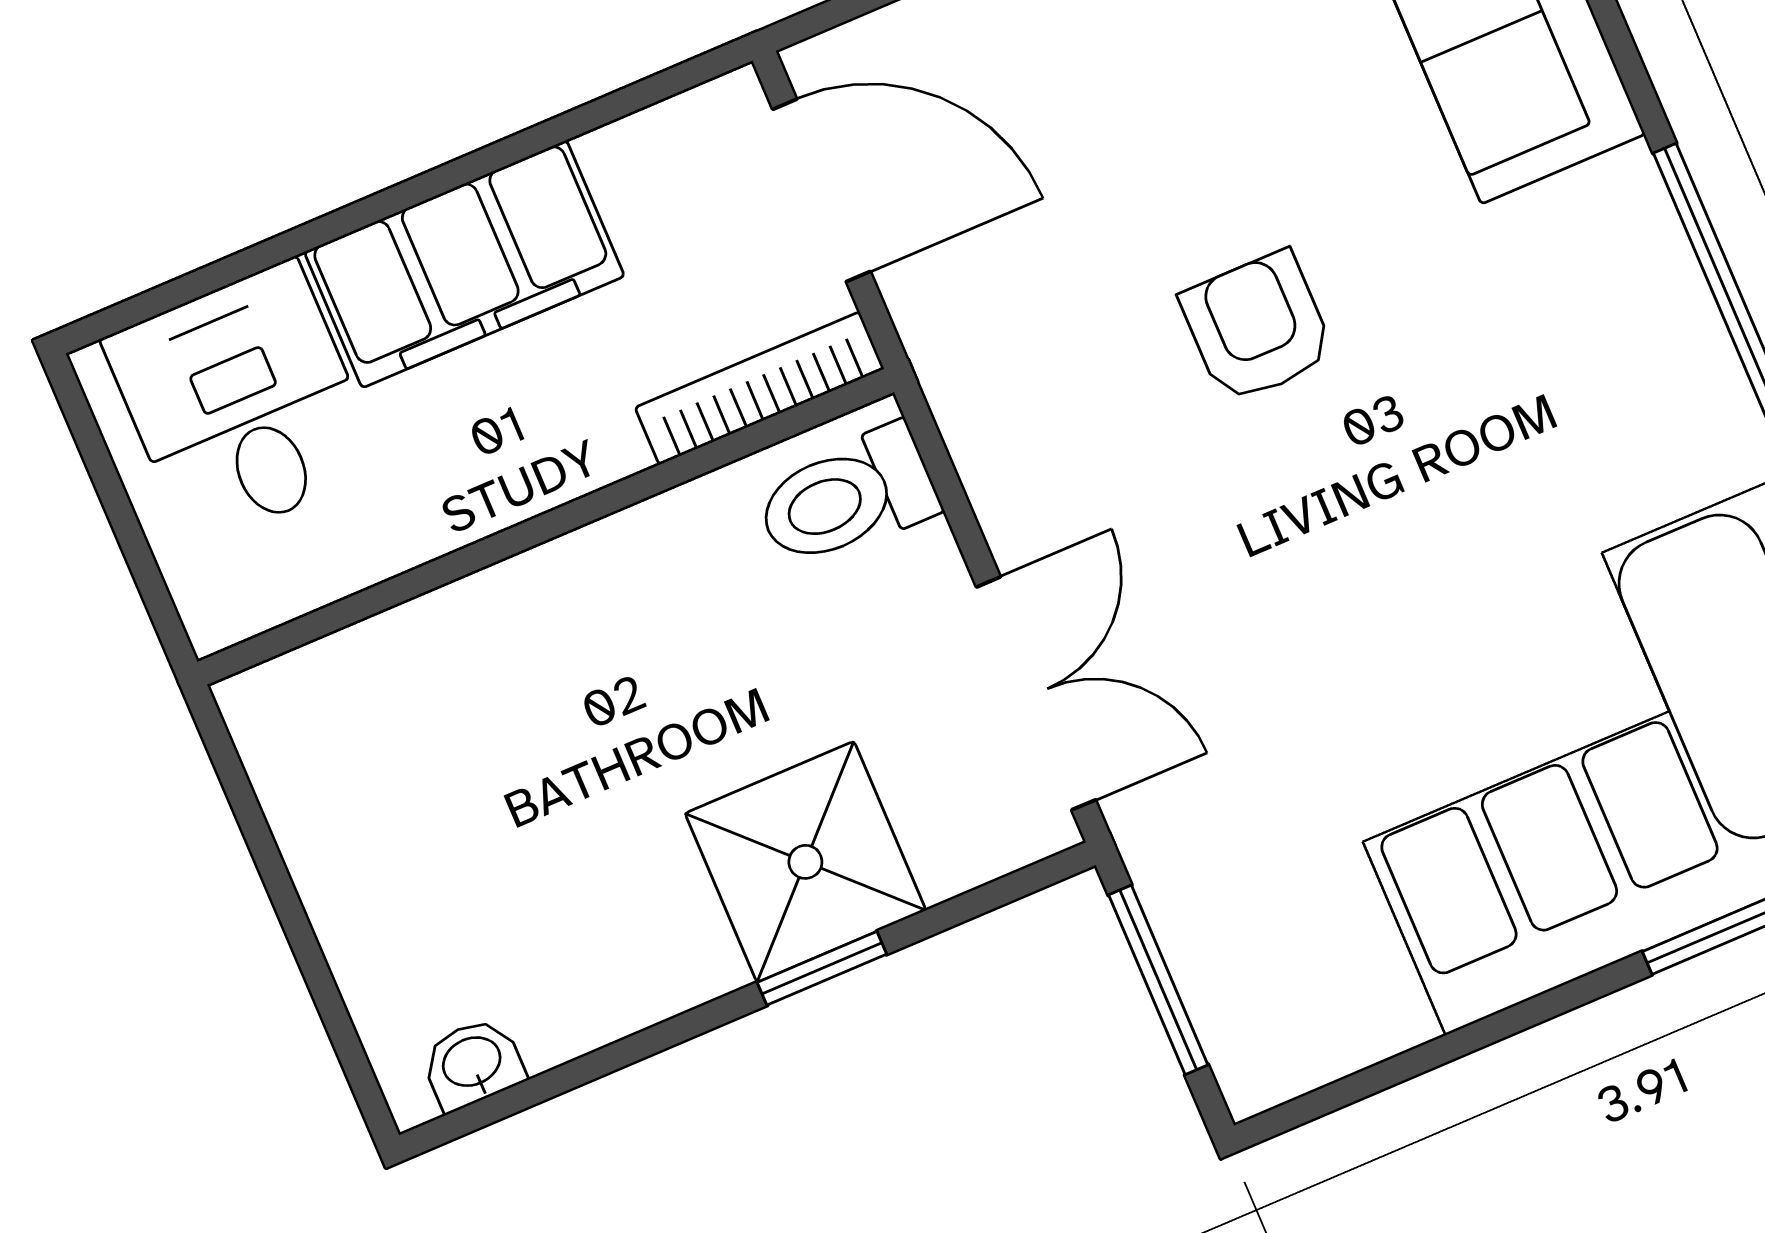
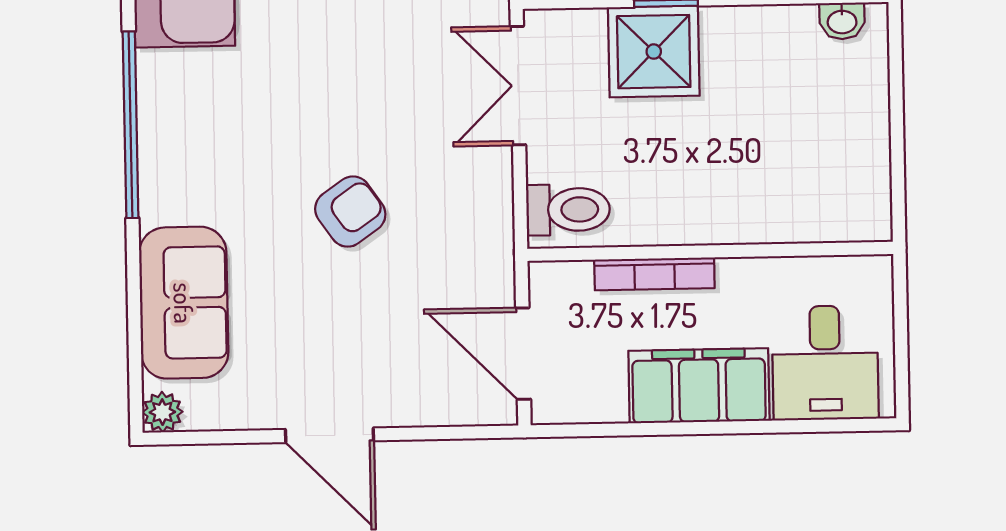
armchair: (1257, 327) -> (350, 212), turned -125
bookcase: (760, 388) -> (654, 274), moved

